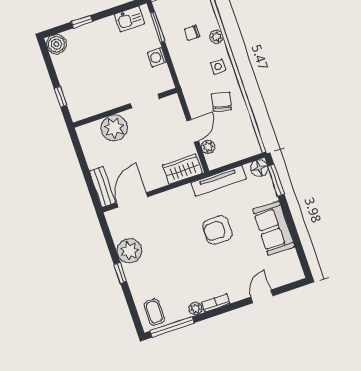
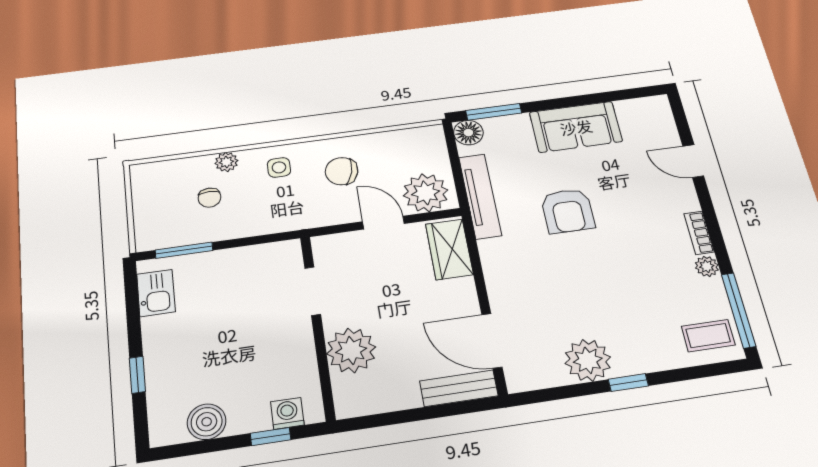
boiler: (56, 44) -> (207, 422), moved
washing machine: (157, 57) -> (287, 413), moved, turned 180
plant: (208, 147) -> (426, 193), width x1.87, depth x1.87

